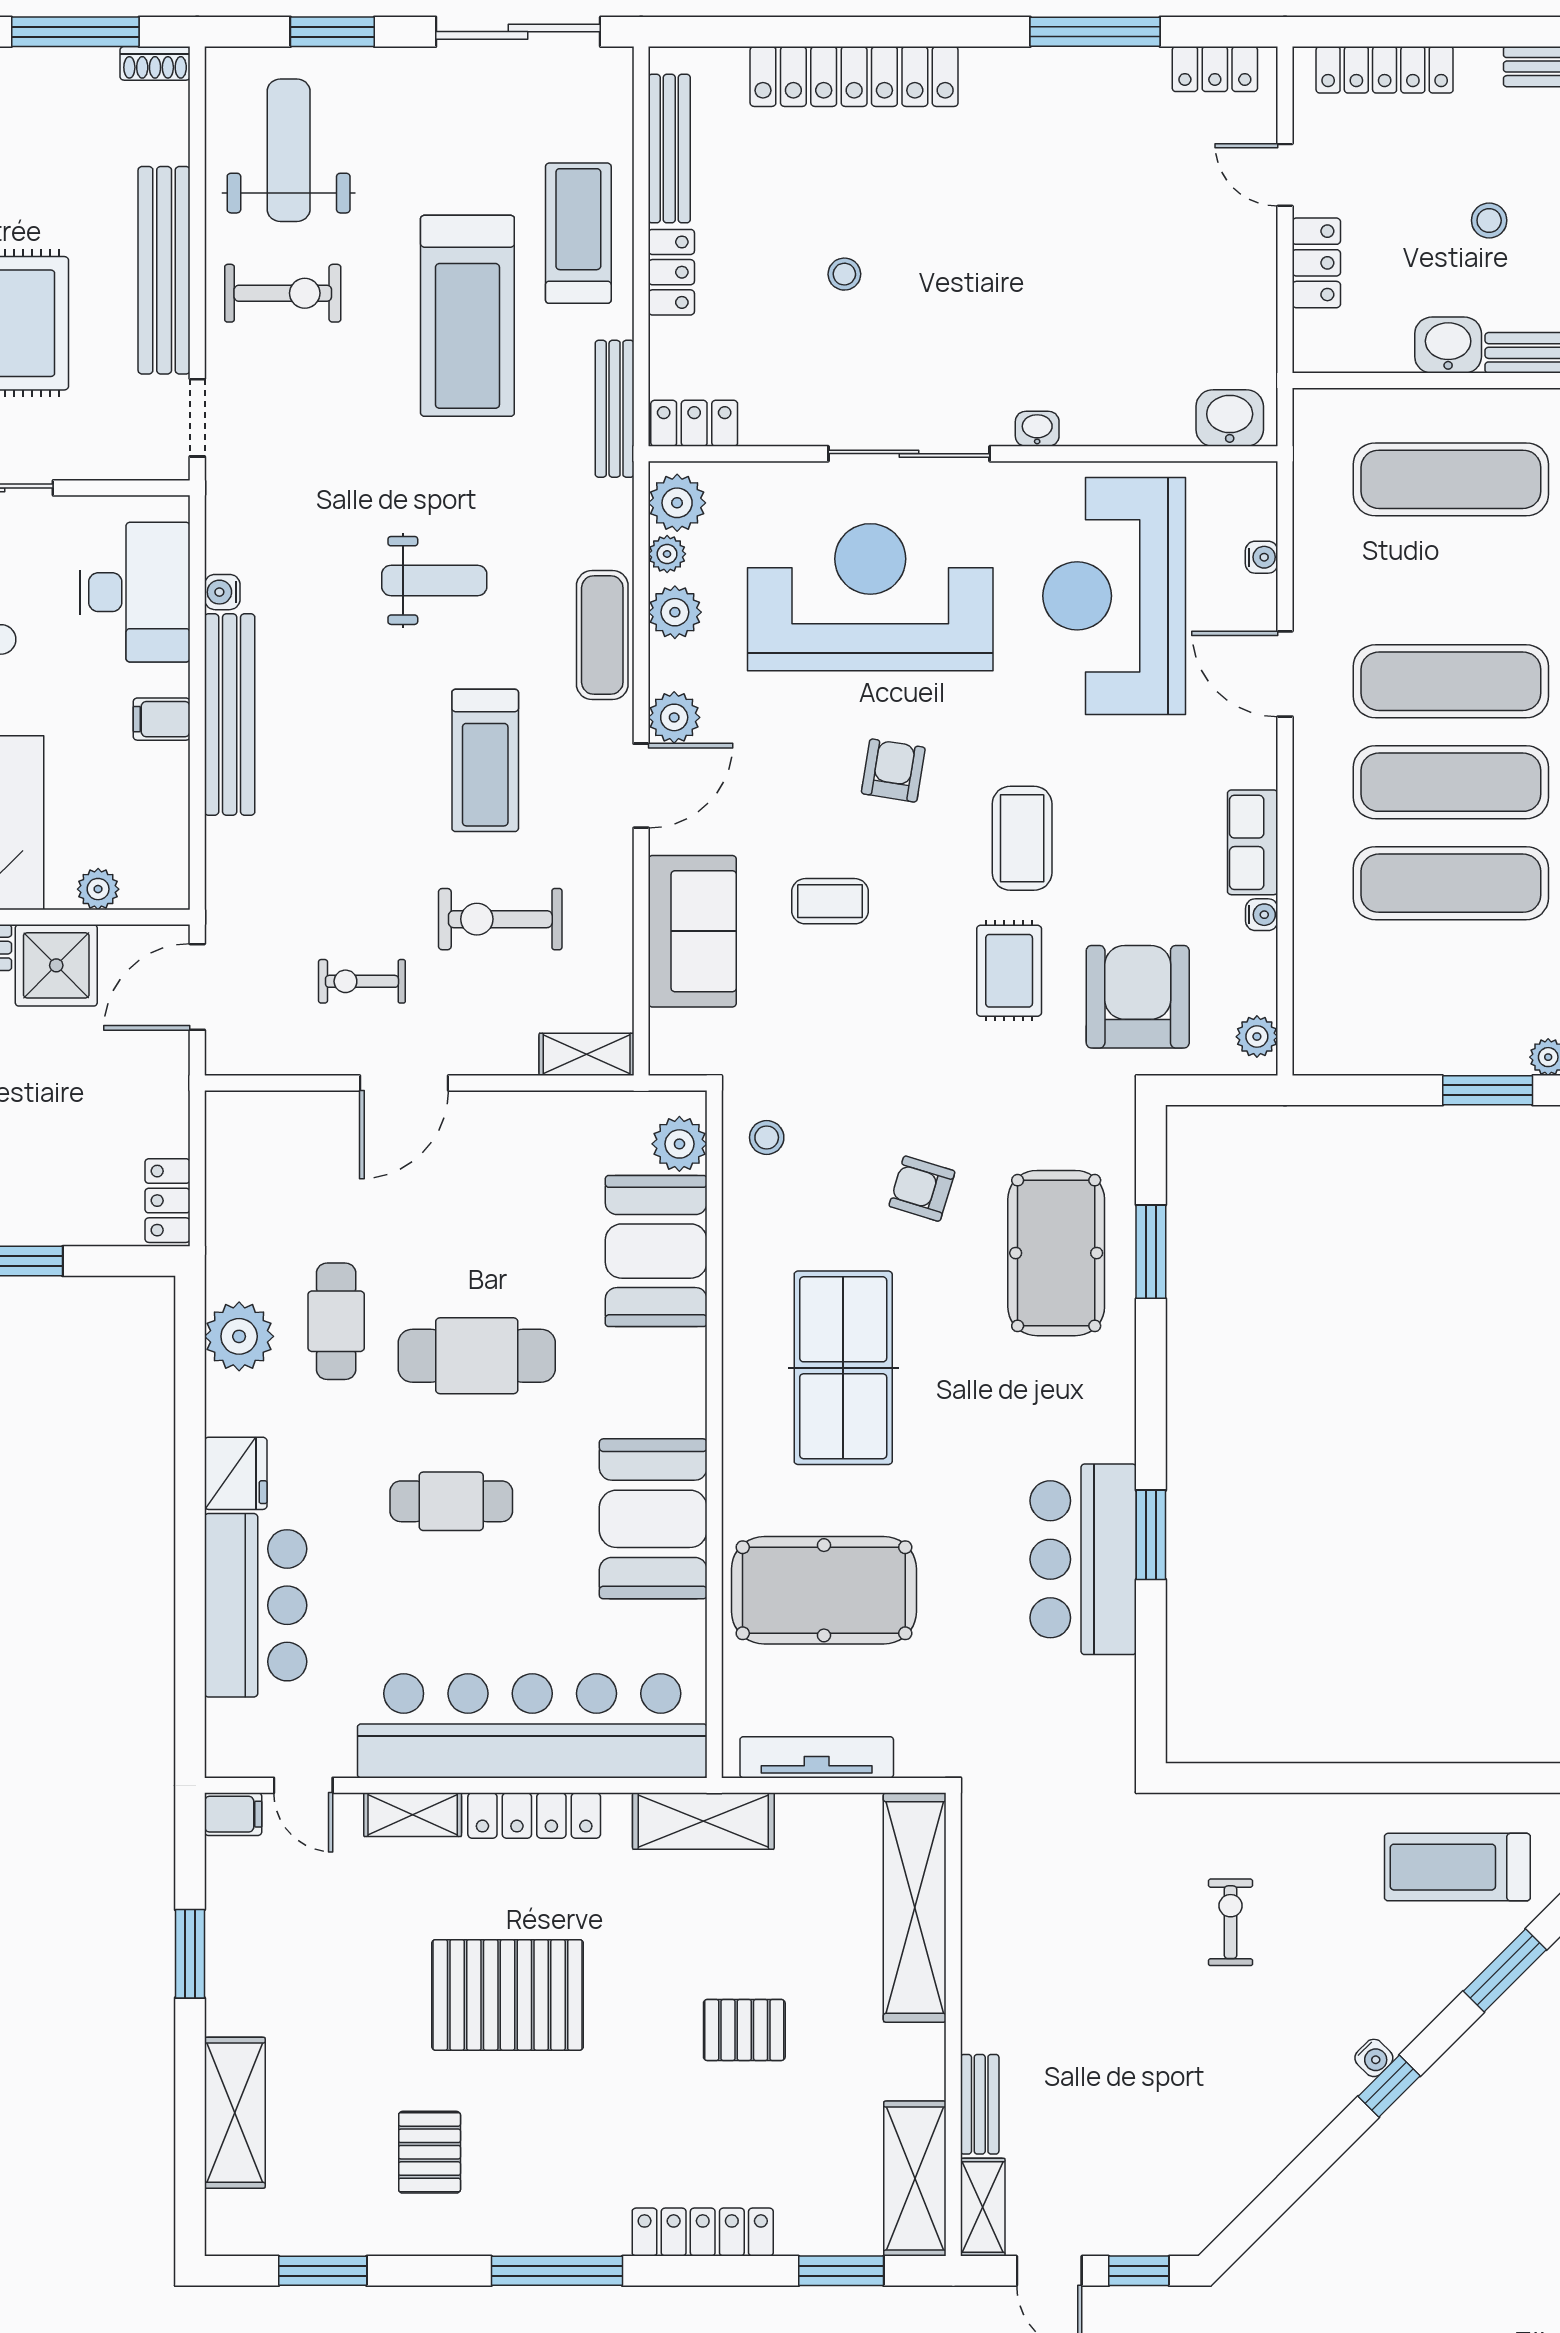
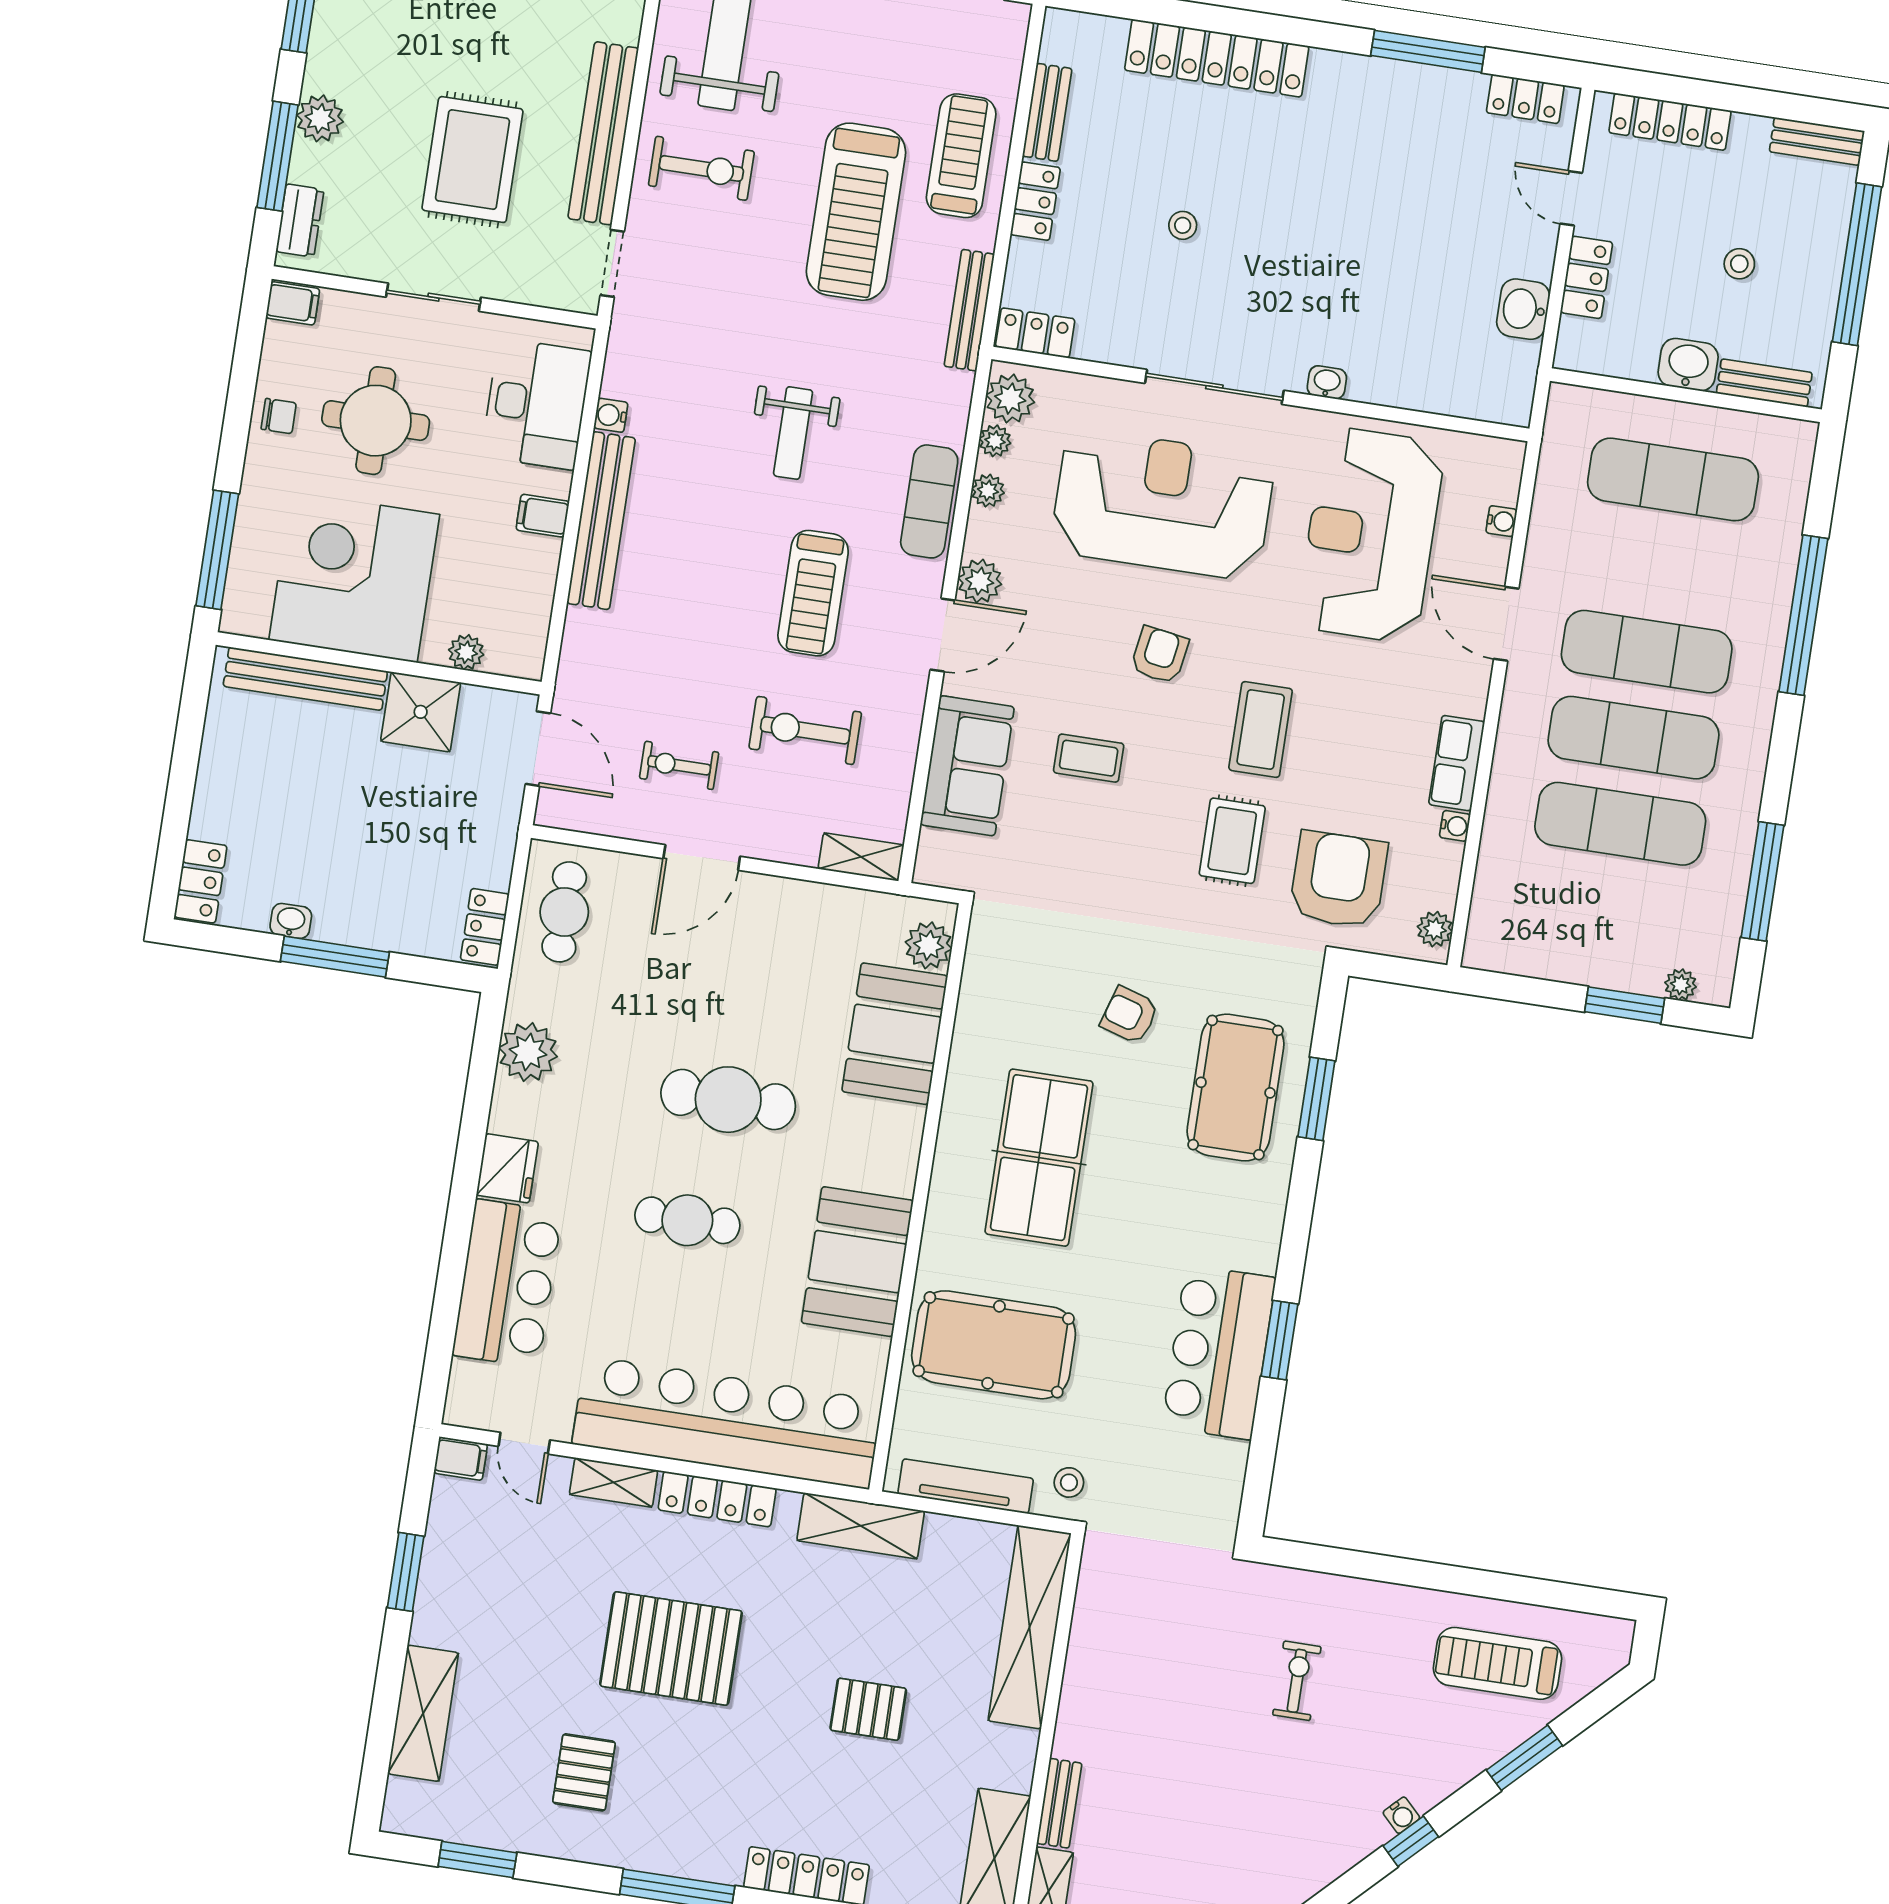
bench: (669, 149) -> (1047, 112), width x0.73
washbasin: (1230, 418) -> (1523, 309), moved, turned -90
weight bench: (434, 580) -> (793, 433), turned 90
plant: (675, 612) -> (988, 491), width x0.73, depth x0.73
door: (197, 987) -> (538, 749), swing flipped
stool: (767, 1137) -> (1069, 1482), moved
cafe table: (336, 1321) -> (564, 912), moved

